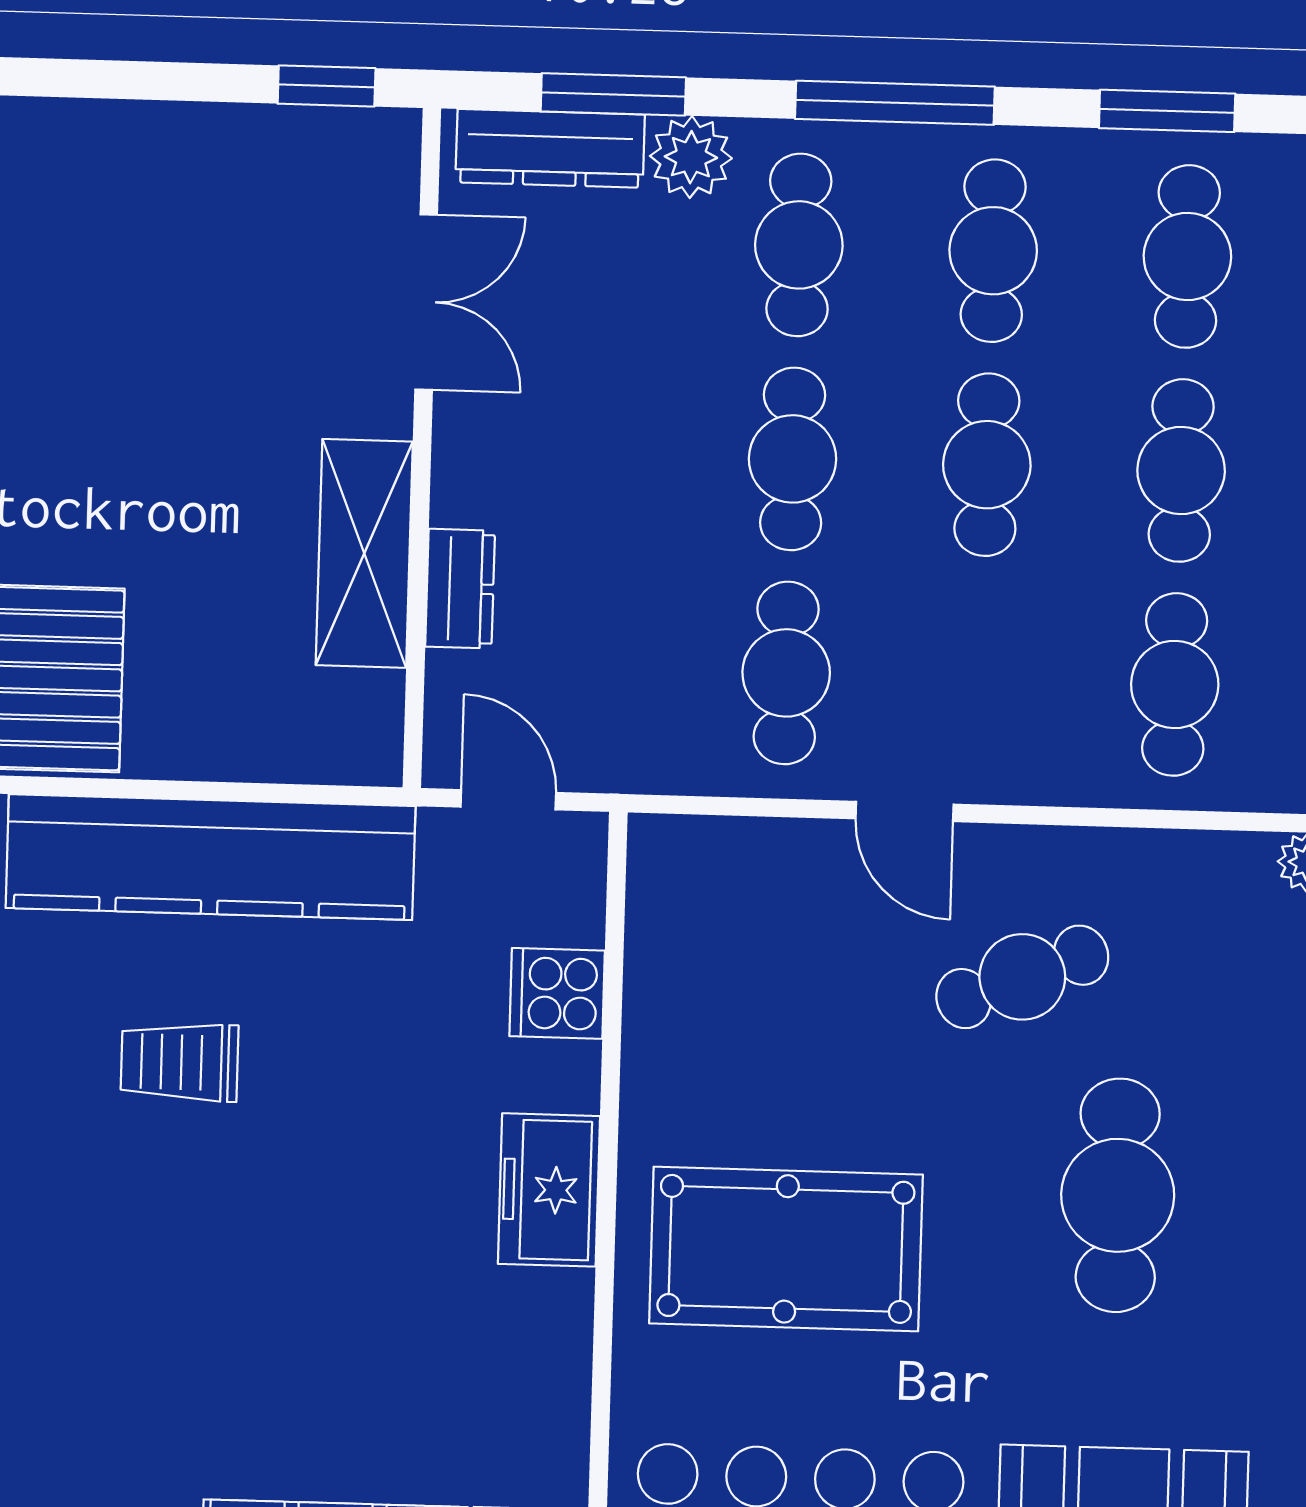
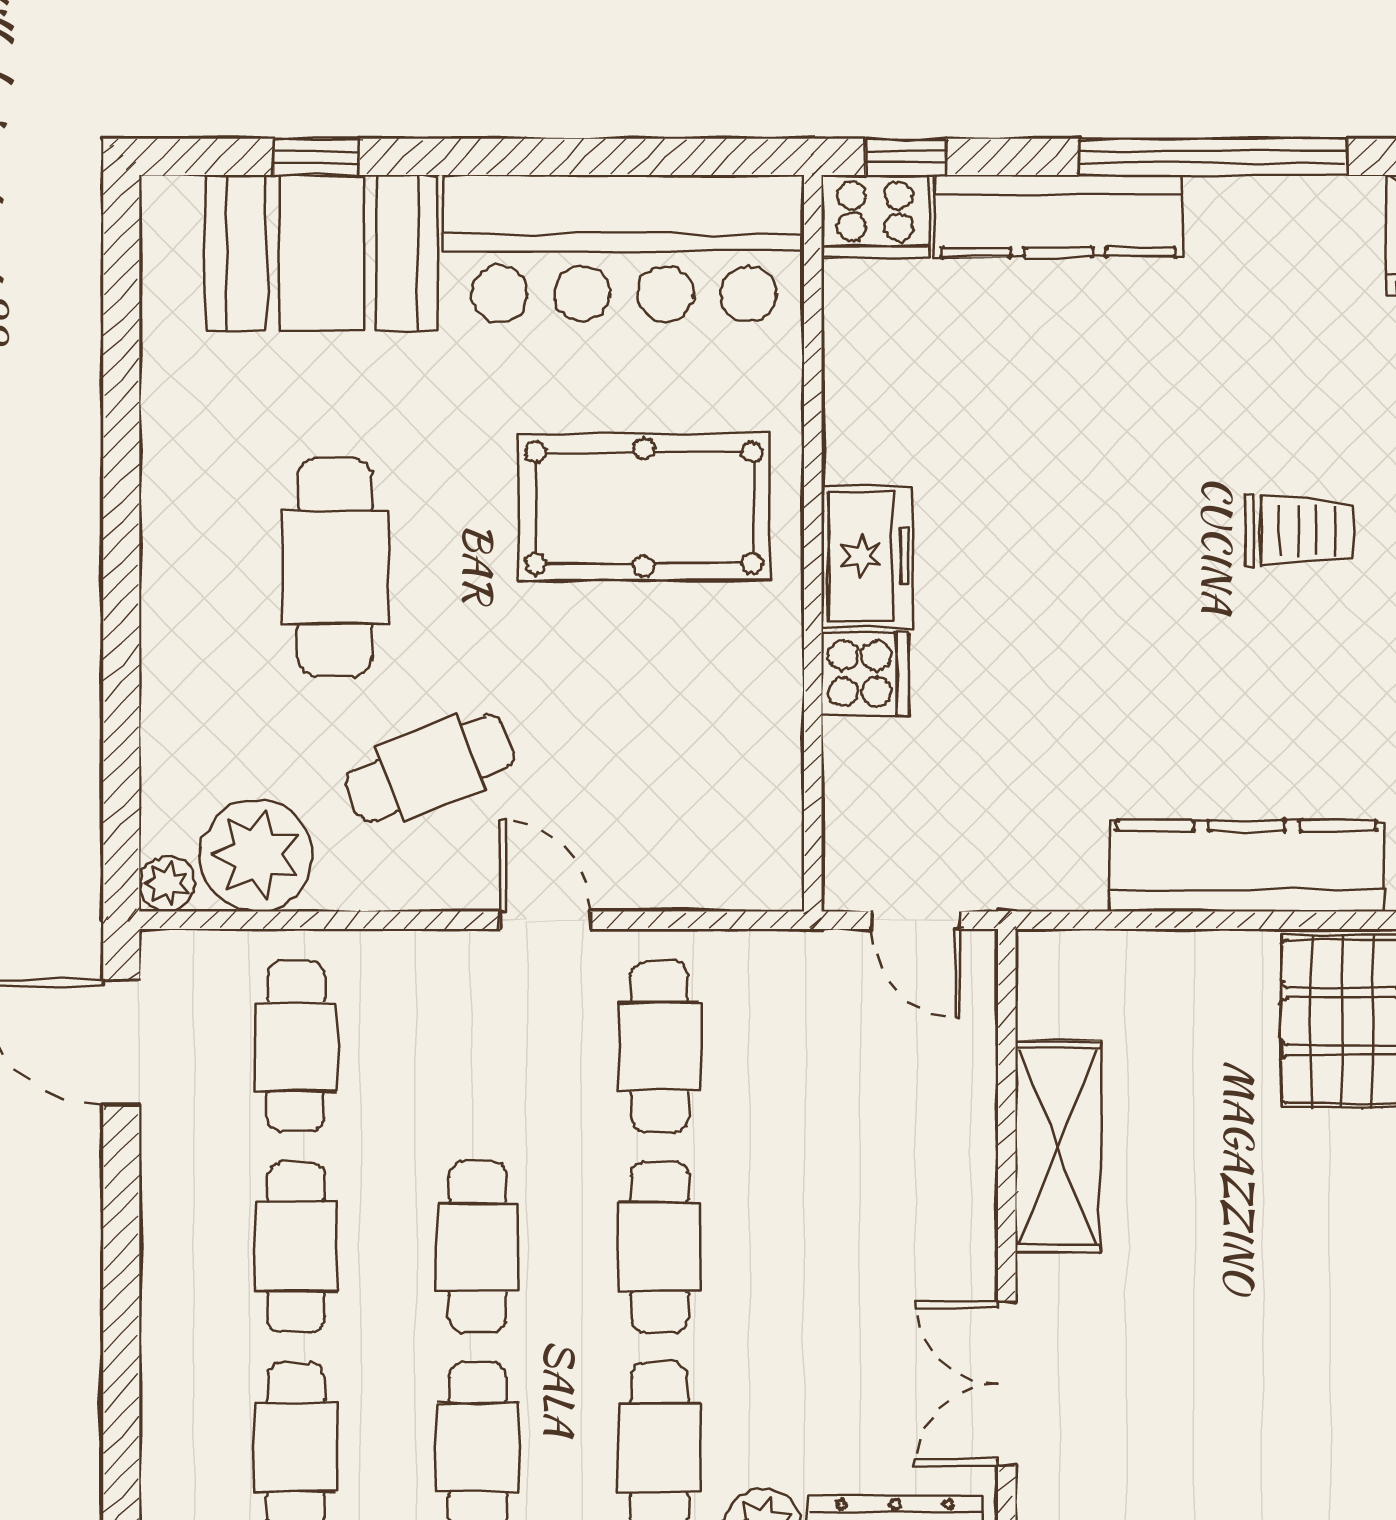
dresser: (460, 589) -> (967, 1117), removed
kitchen counter: (211, 857) -> (1246, 866), width x0.72, depth x0.86
plant: (1211, 890) -> (256, 856), added
cooker: (557, 993) -> (865, 674), moved
trolley: (179, 1062) -> (1300, 531), moved

